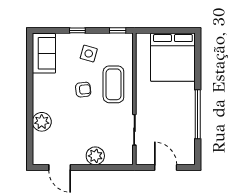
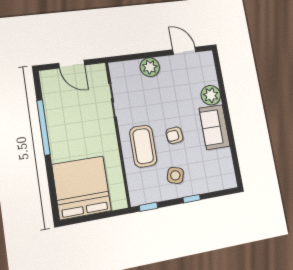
sofa: (44, 53) -> (214, 127), moved

